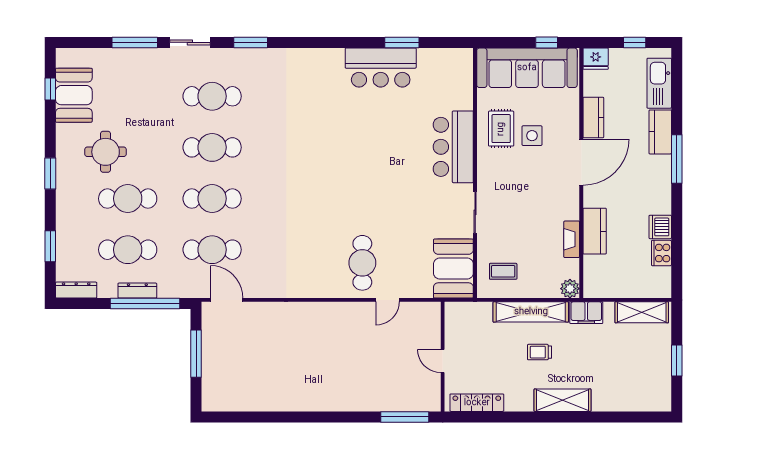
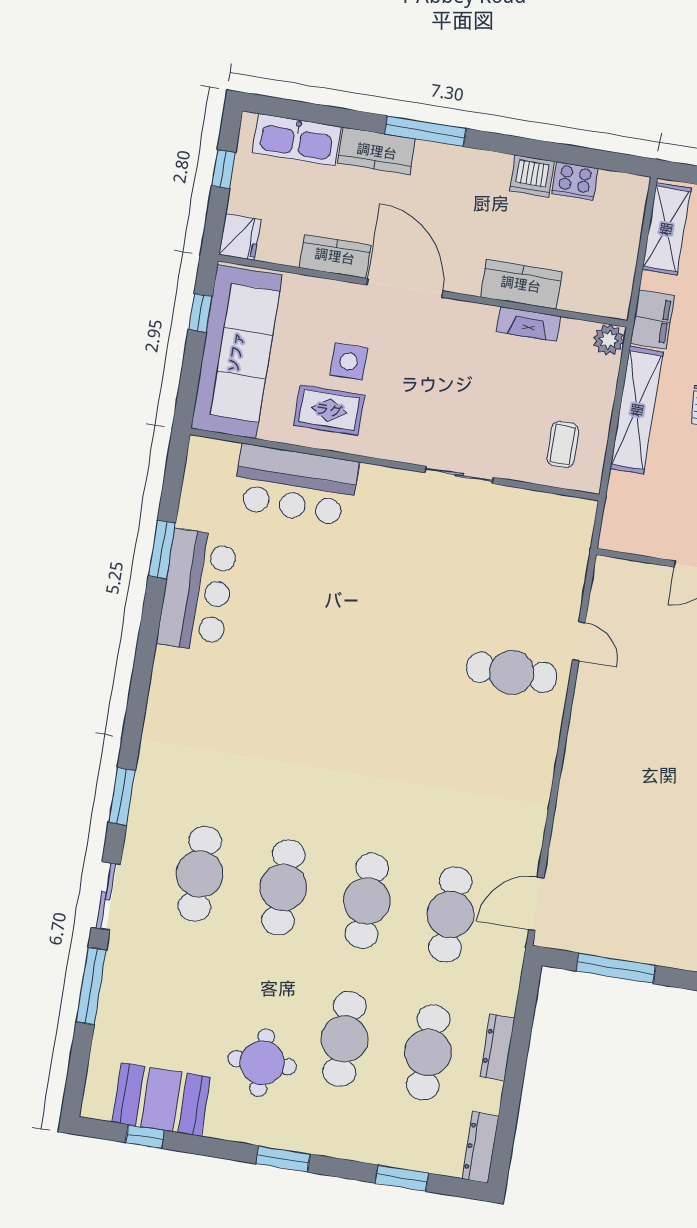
bar counter: (453, 147) -> (295, 485), moved
booth: (453, 269) -> (545, 525), removed
window: (145, 303) -> (521, 1038), removed

